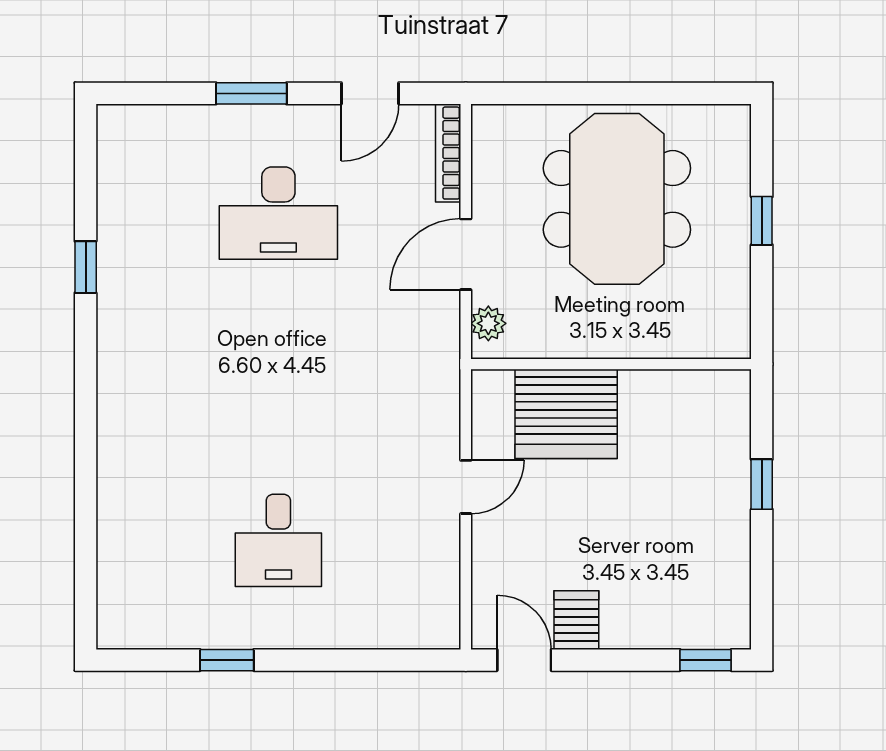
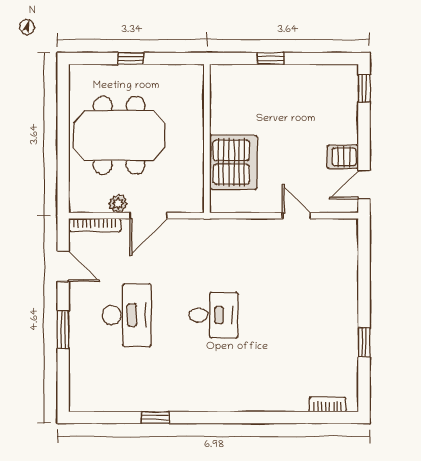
door: (466, 254) -> (148, 216), hinge flipped
plant: (488, 323) -> (118, 204), moved
door: (466, 487) -> (296, 216), moved
desk: (278, 540) -> (214, 315), moved
bookcase: (110, 591) -> (327, 404), added

